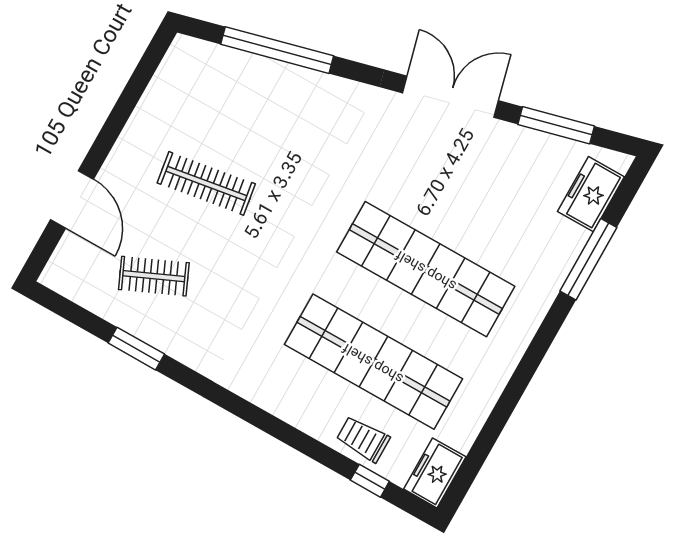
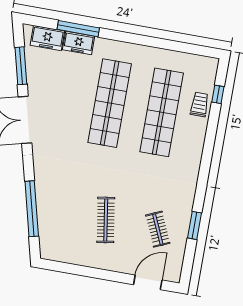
door: (72, 199) -> (148, 282), moved
trolley: (363, 439) -> (200, 104), turned 180
freezer: (435, 473) -> (79, 43), moved

